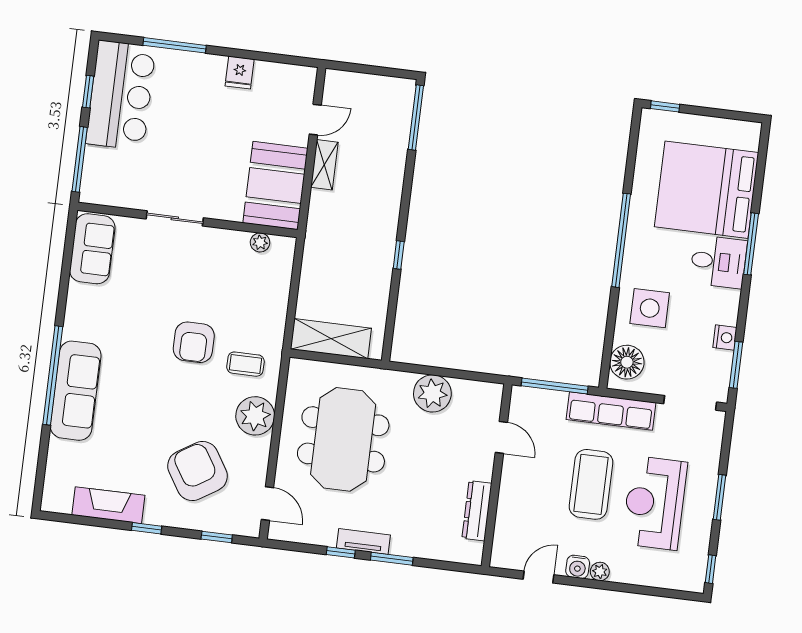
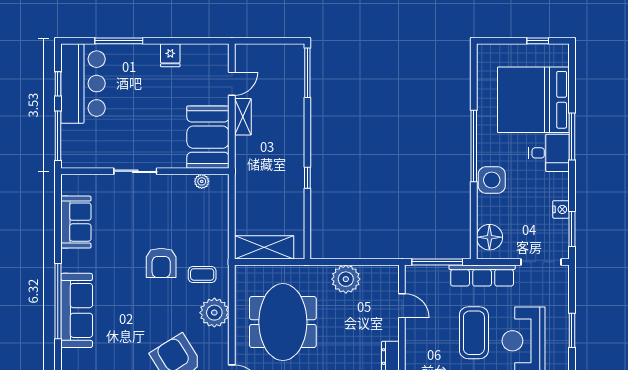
window: (665, 106) -> (538, 41), moved
sofa: (92, 249) -> (76, 222), moved
side table: (650, 308) -> (492, 180), moved

